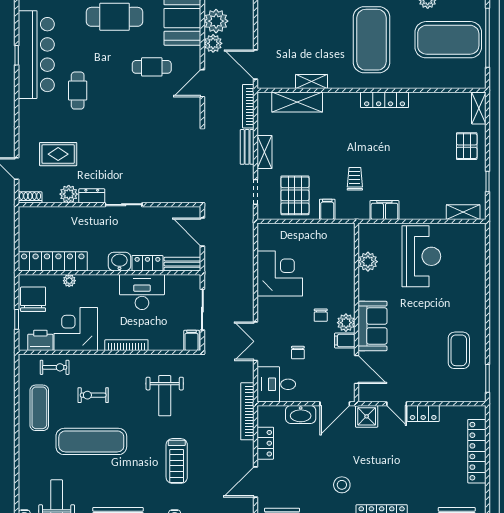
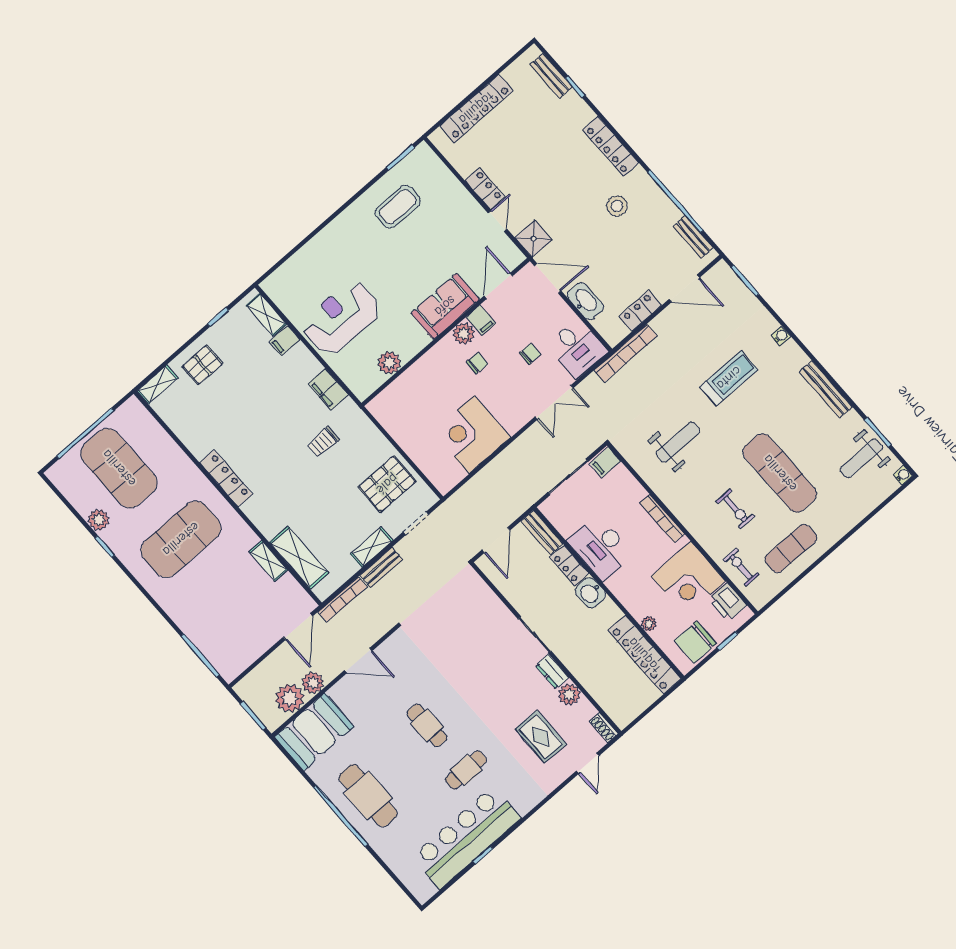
cafe table: (152, 67) -> (427, 725), moved
filing cabinet: (327, 209) -> (285, 341), moved

